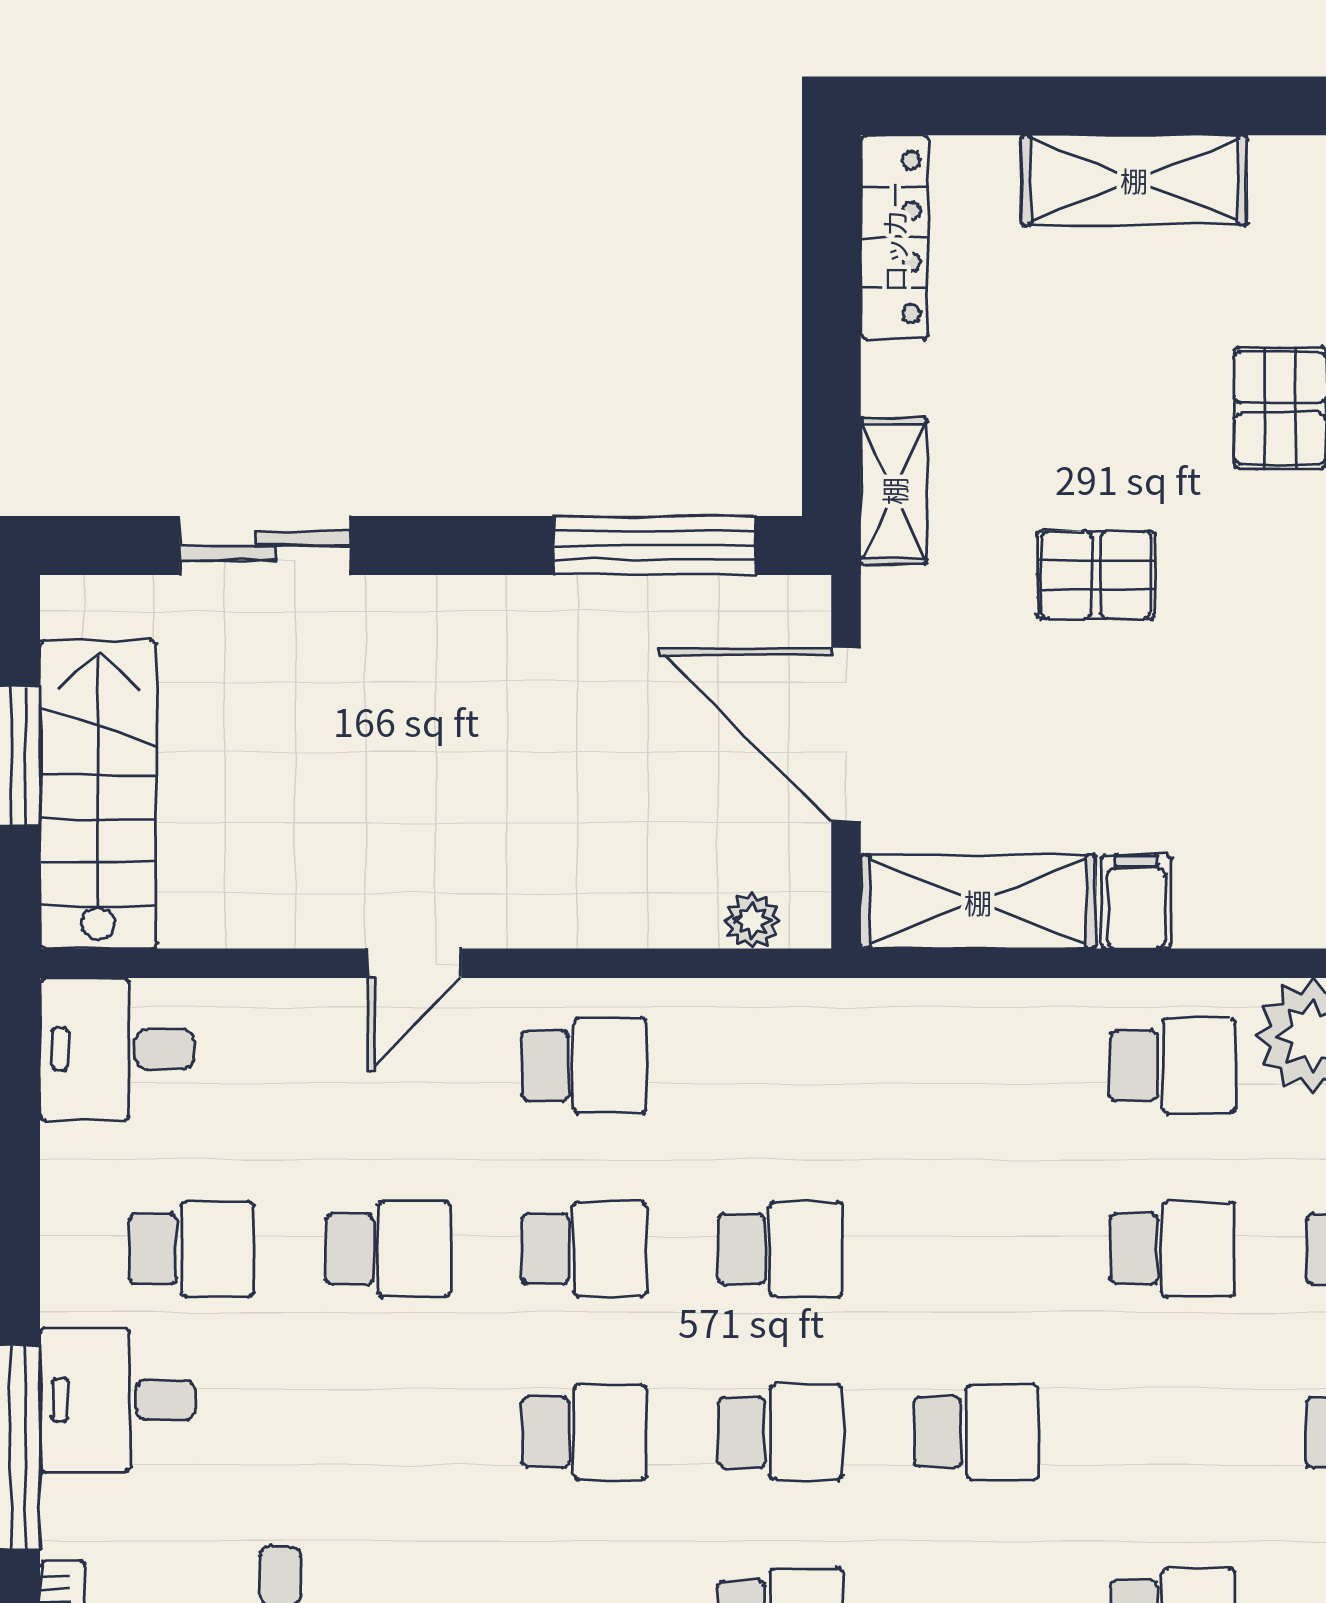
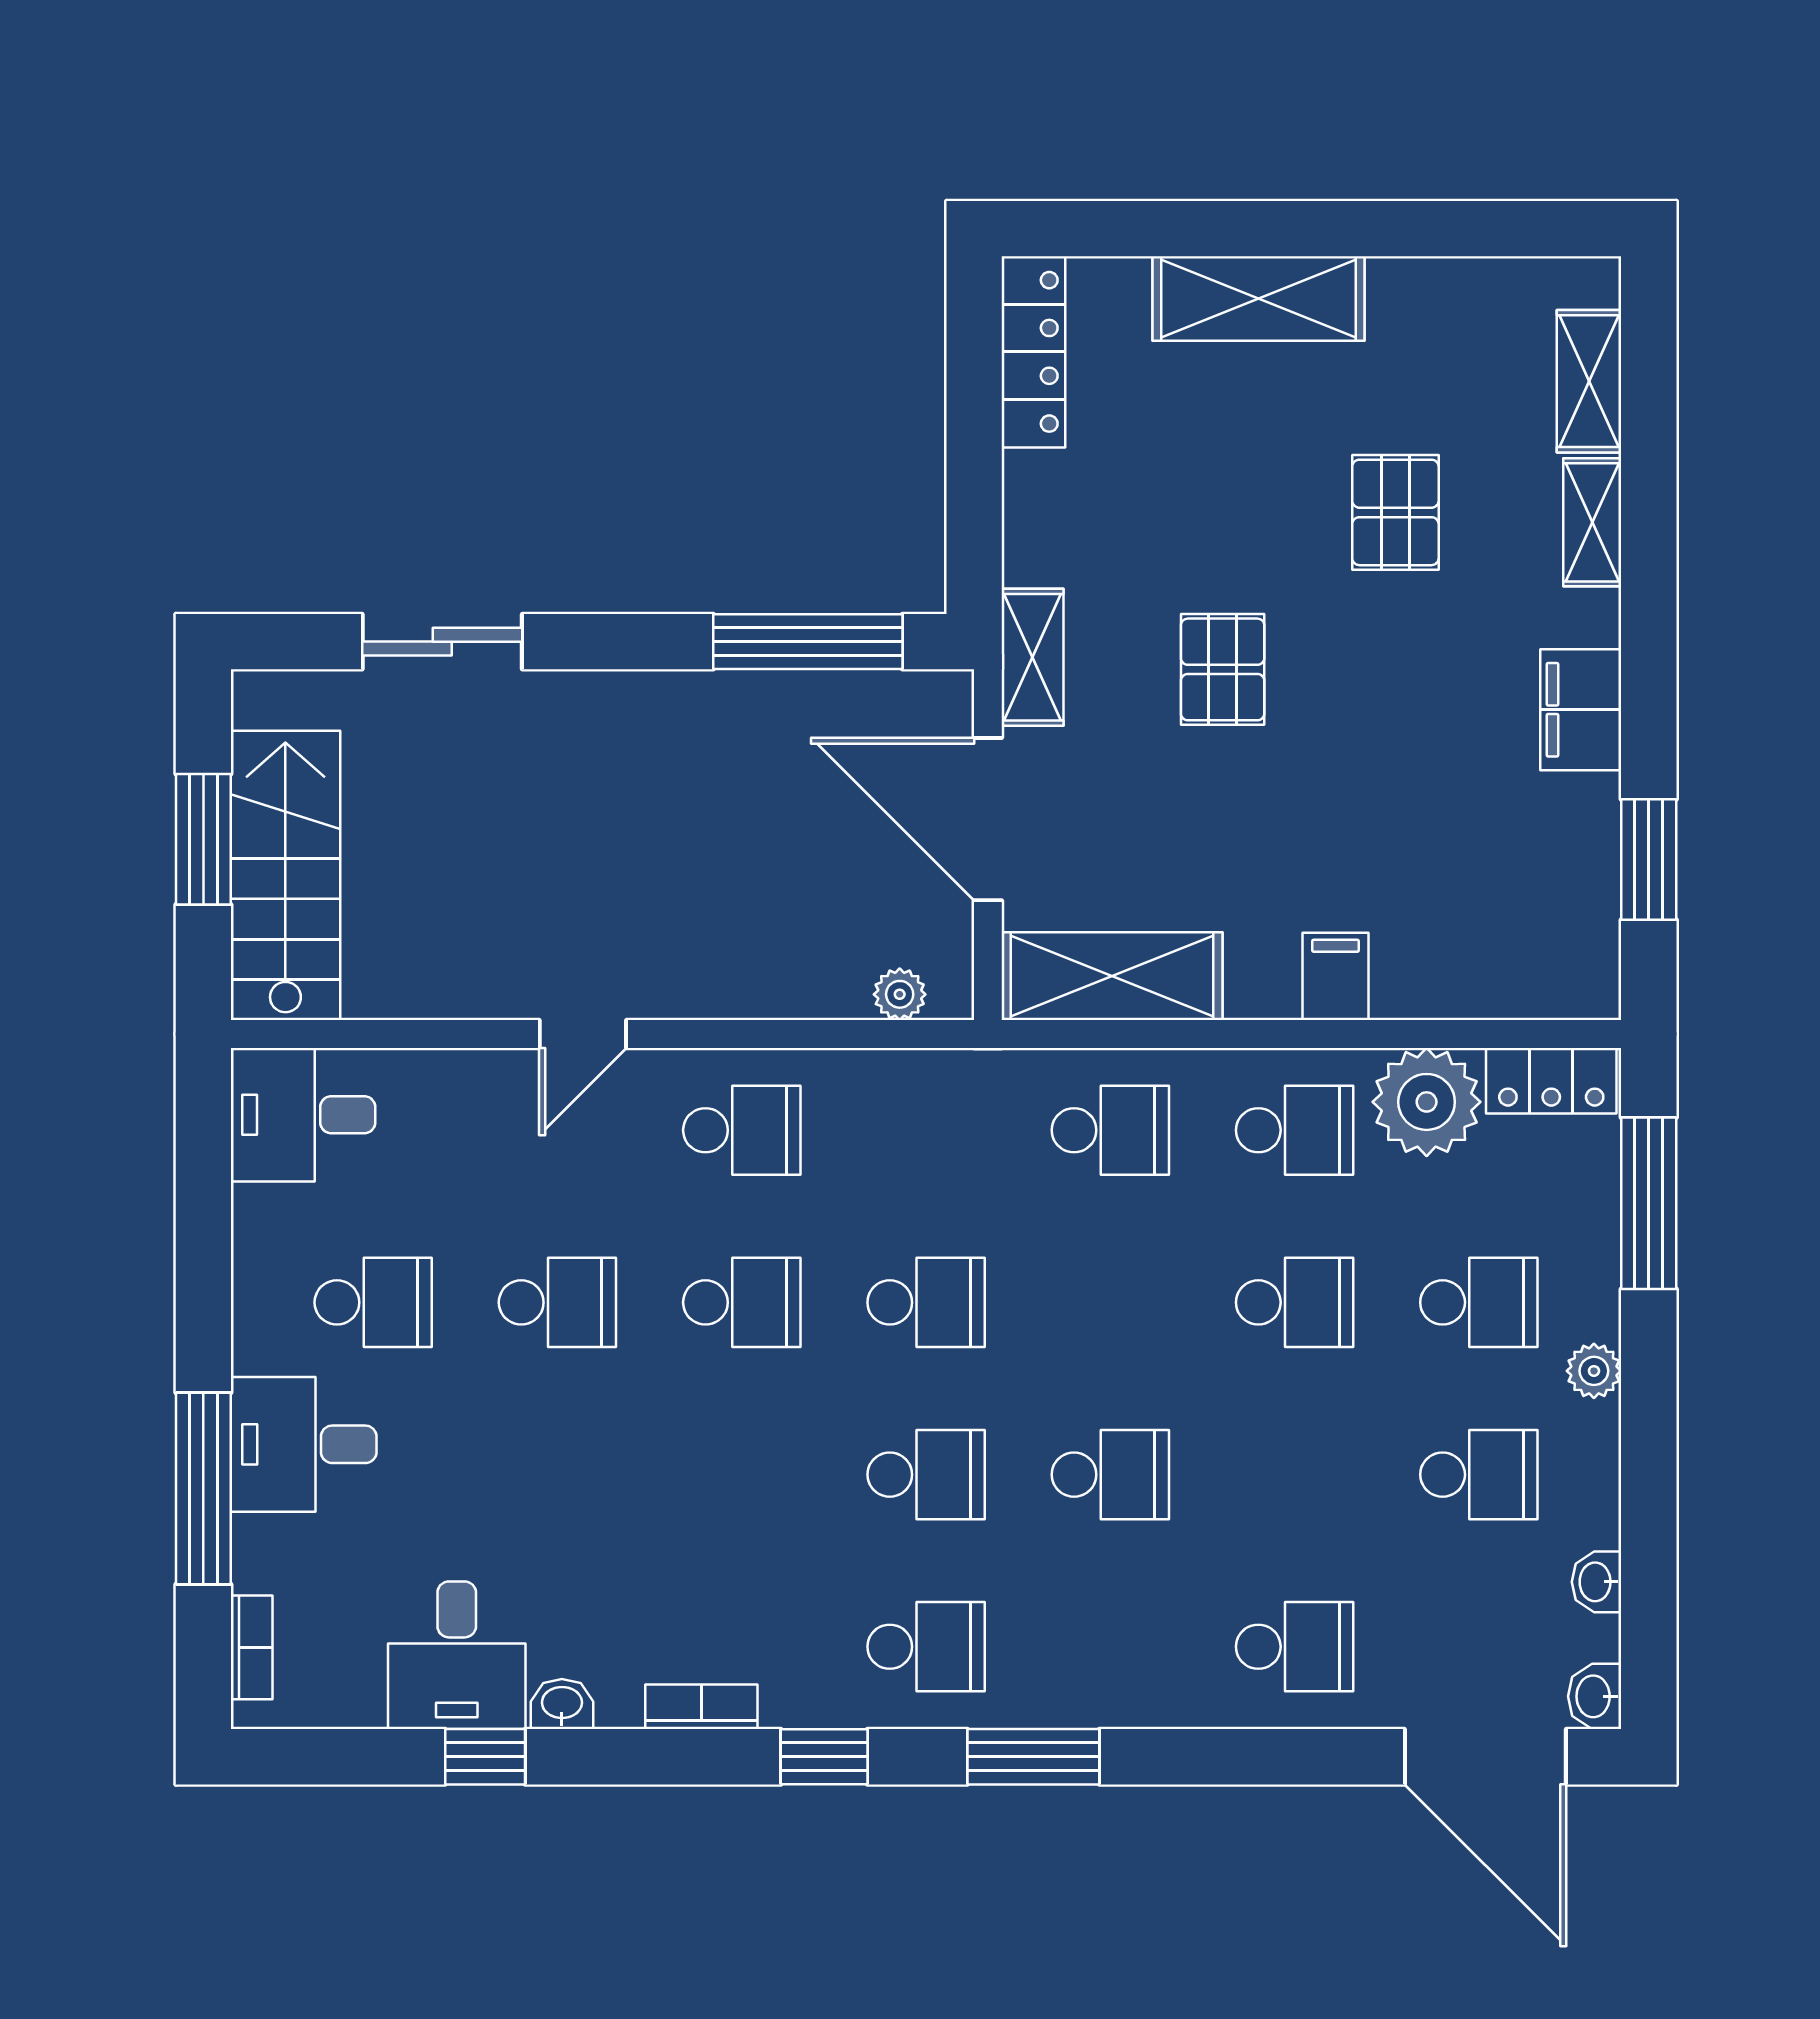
shelving: (894, 491) -> (1033, 657), moved
pallet: (1096, 575) -> (1223, 669), turned 90
filing cabinet: (1136, 902) -> (1335, 976), moved
school desk: (584, 1432) -> (1110, 1130), moved

